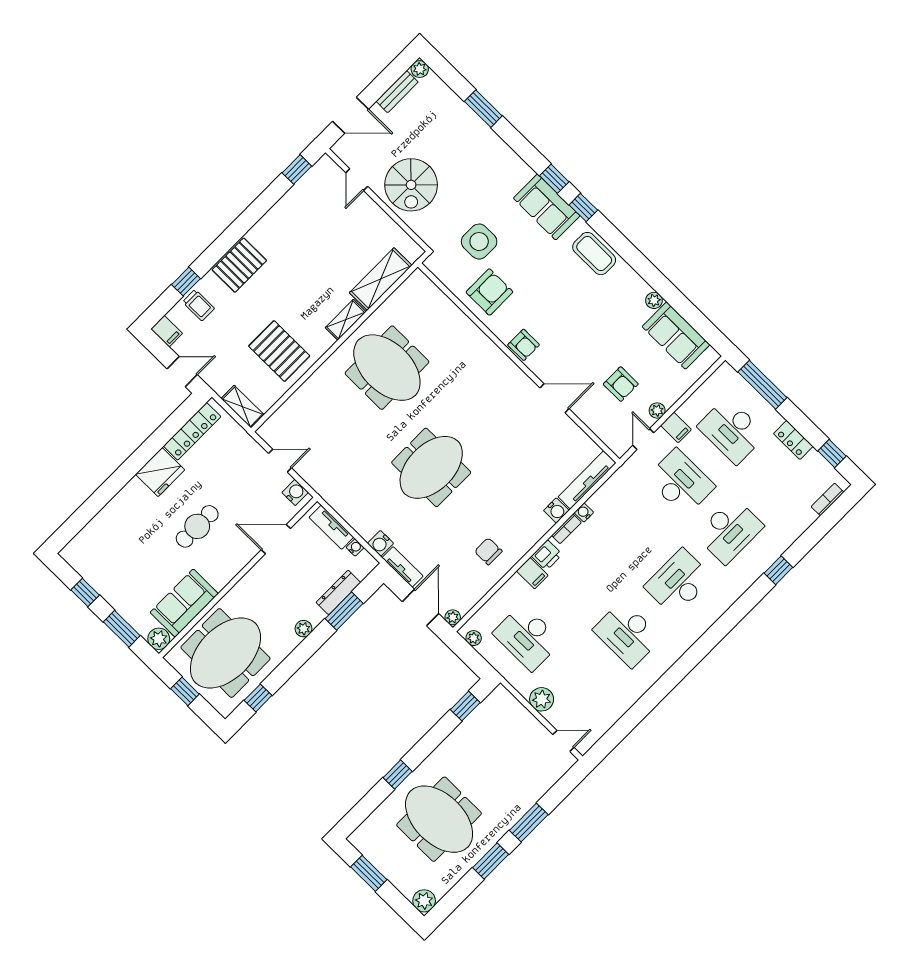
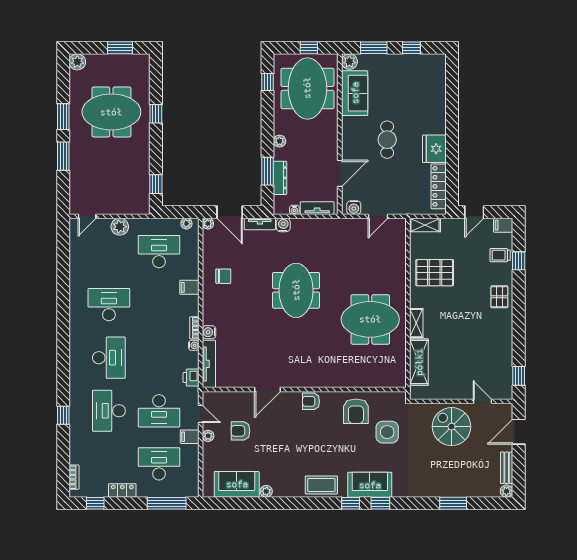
pallet: (239, 265) -> (499, 297), width x0.67, depth x0.71
printer: (547, 555) -> (191, 378), moved

